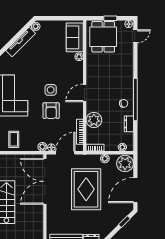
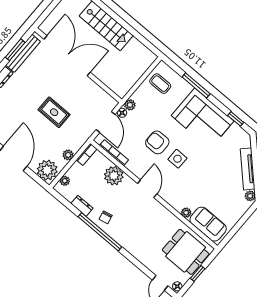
double door: (45, 181) -> (67, 56), moved
rug: (86, 189) -> (54, 112), width x0.54, depth x0.49

